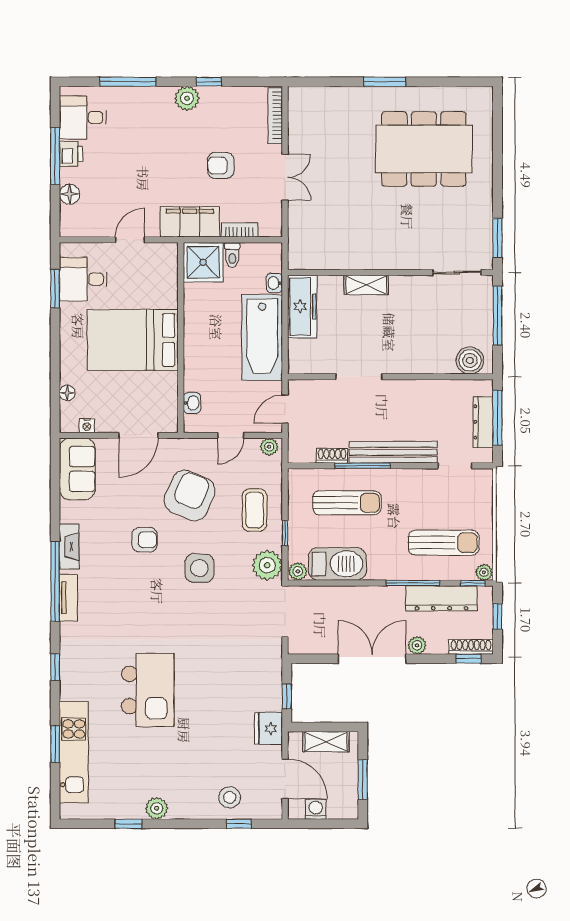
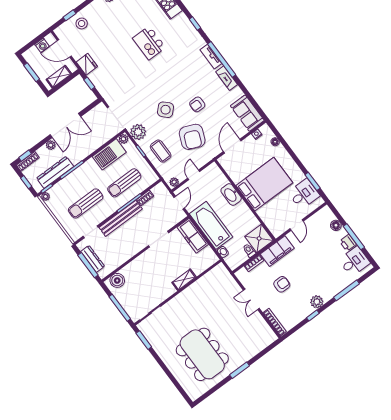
dining table: (424, 149) -> (202, 354), turned 90
freezer: (302, 306) -> (193, 236), moved
washbasin: (192, 403) -> (231, 195), moved, width x1.91, depth x1.45
sun lounger: (444, 543) -> (86, 203), moved
side table: (199, 568) -> (166, 110), turned 45
kitchen island: (148, 690) -> (149, 43), width x0.73, depth x0.78

